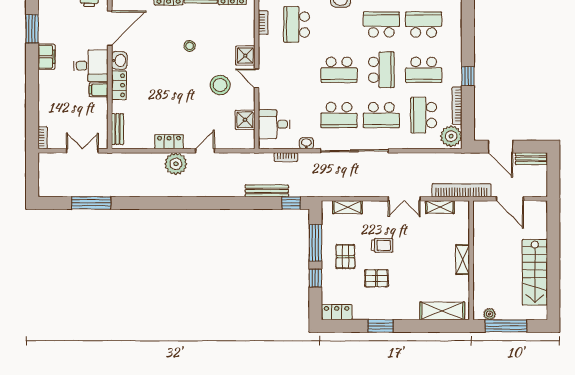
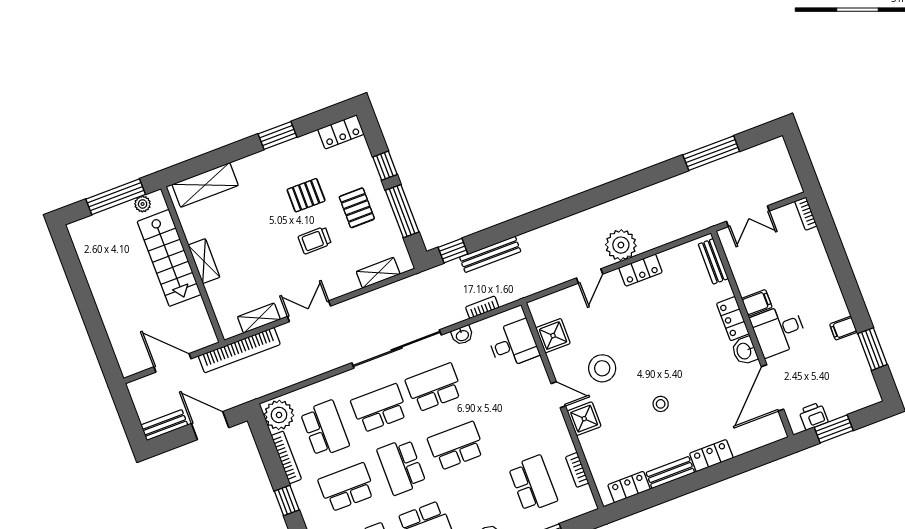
filing cabinet: (46, 57) -> (843, 328), width x0.50
stairs: (535, 272) -> (169, 258), moved, turned 180

